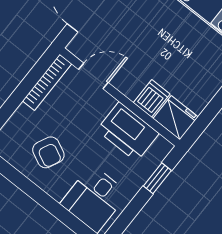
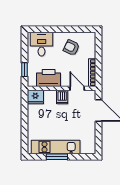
door: (93, 76) -> (77, 88), swing flipped
dishwasher: (152, 98) -> (62, 97), moved

